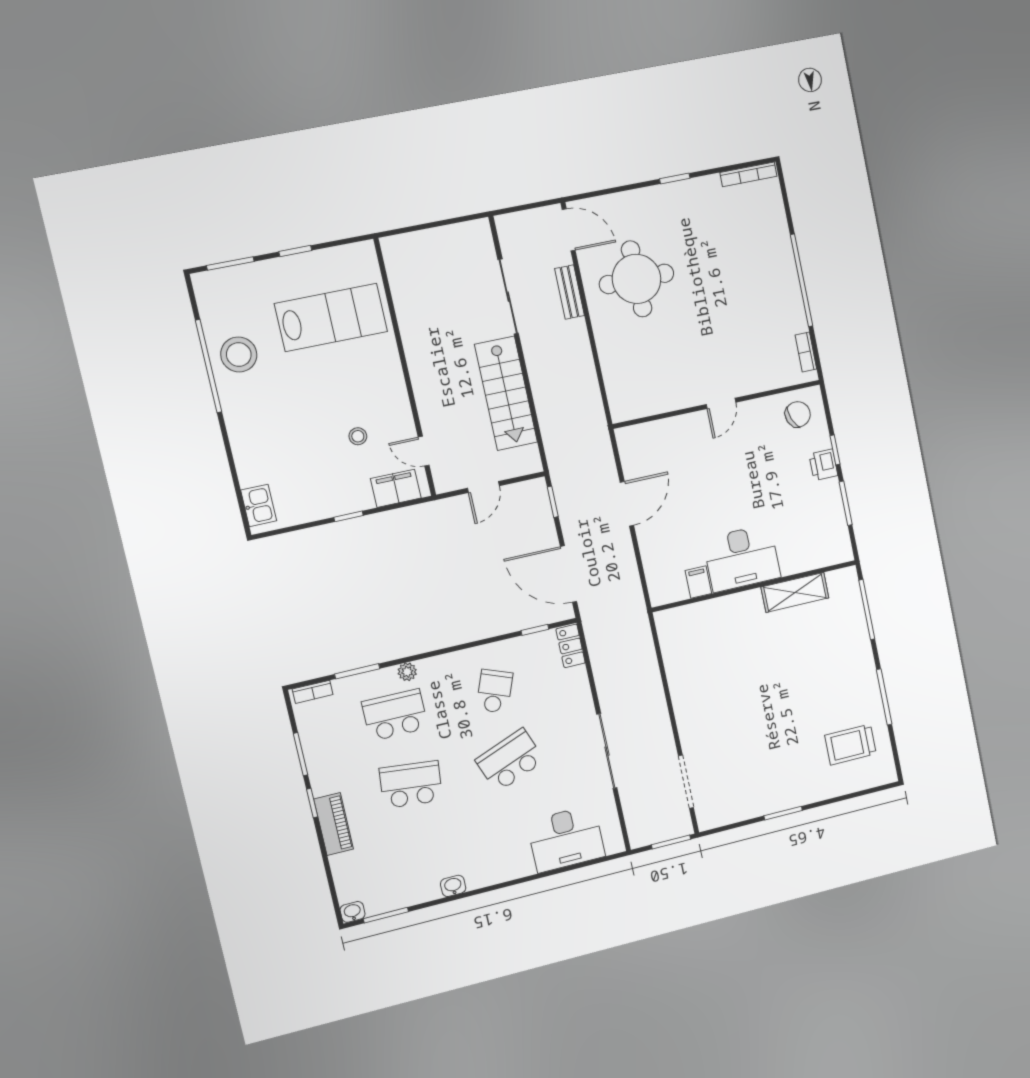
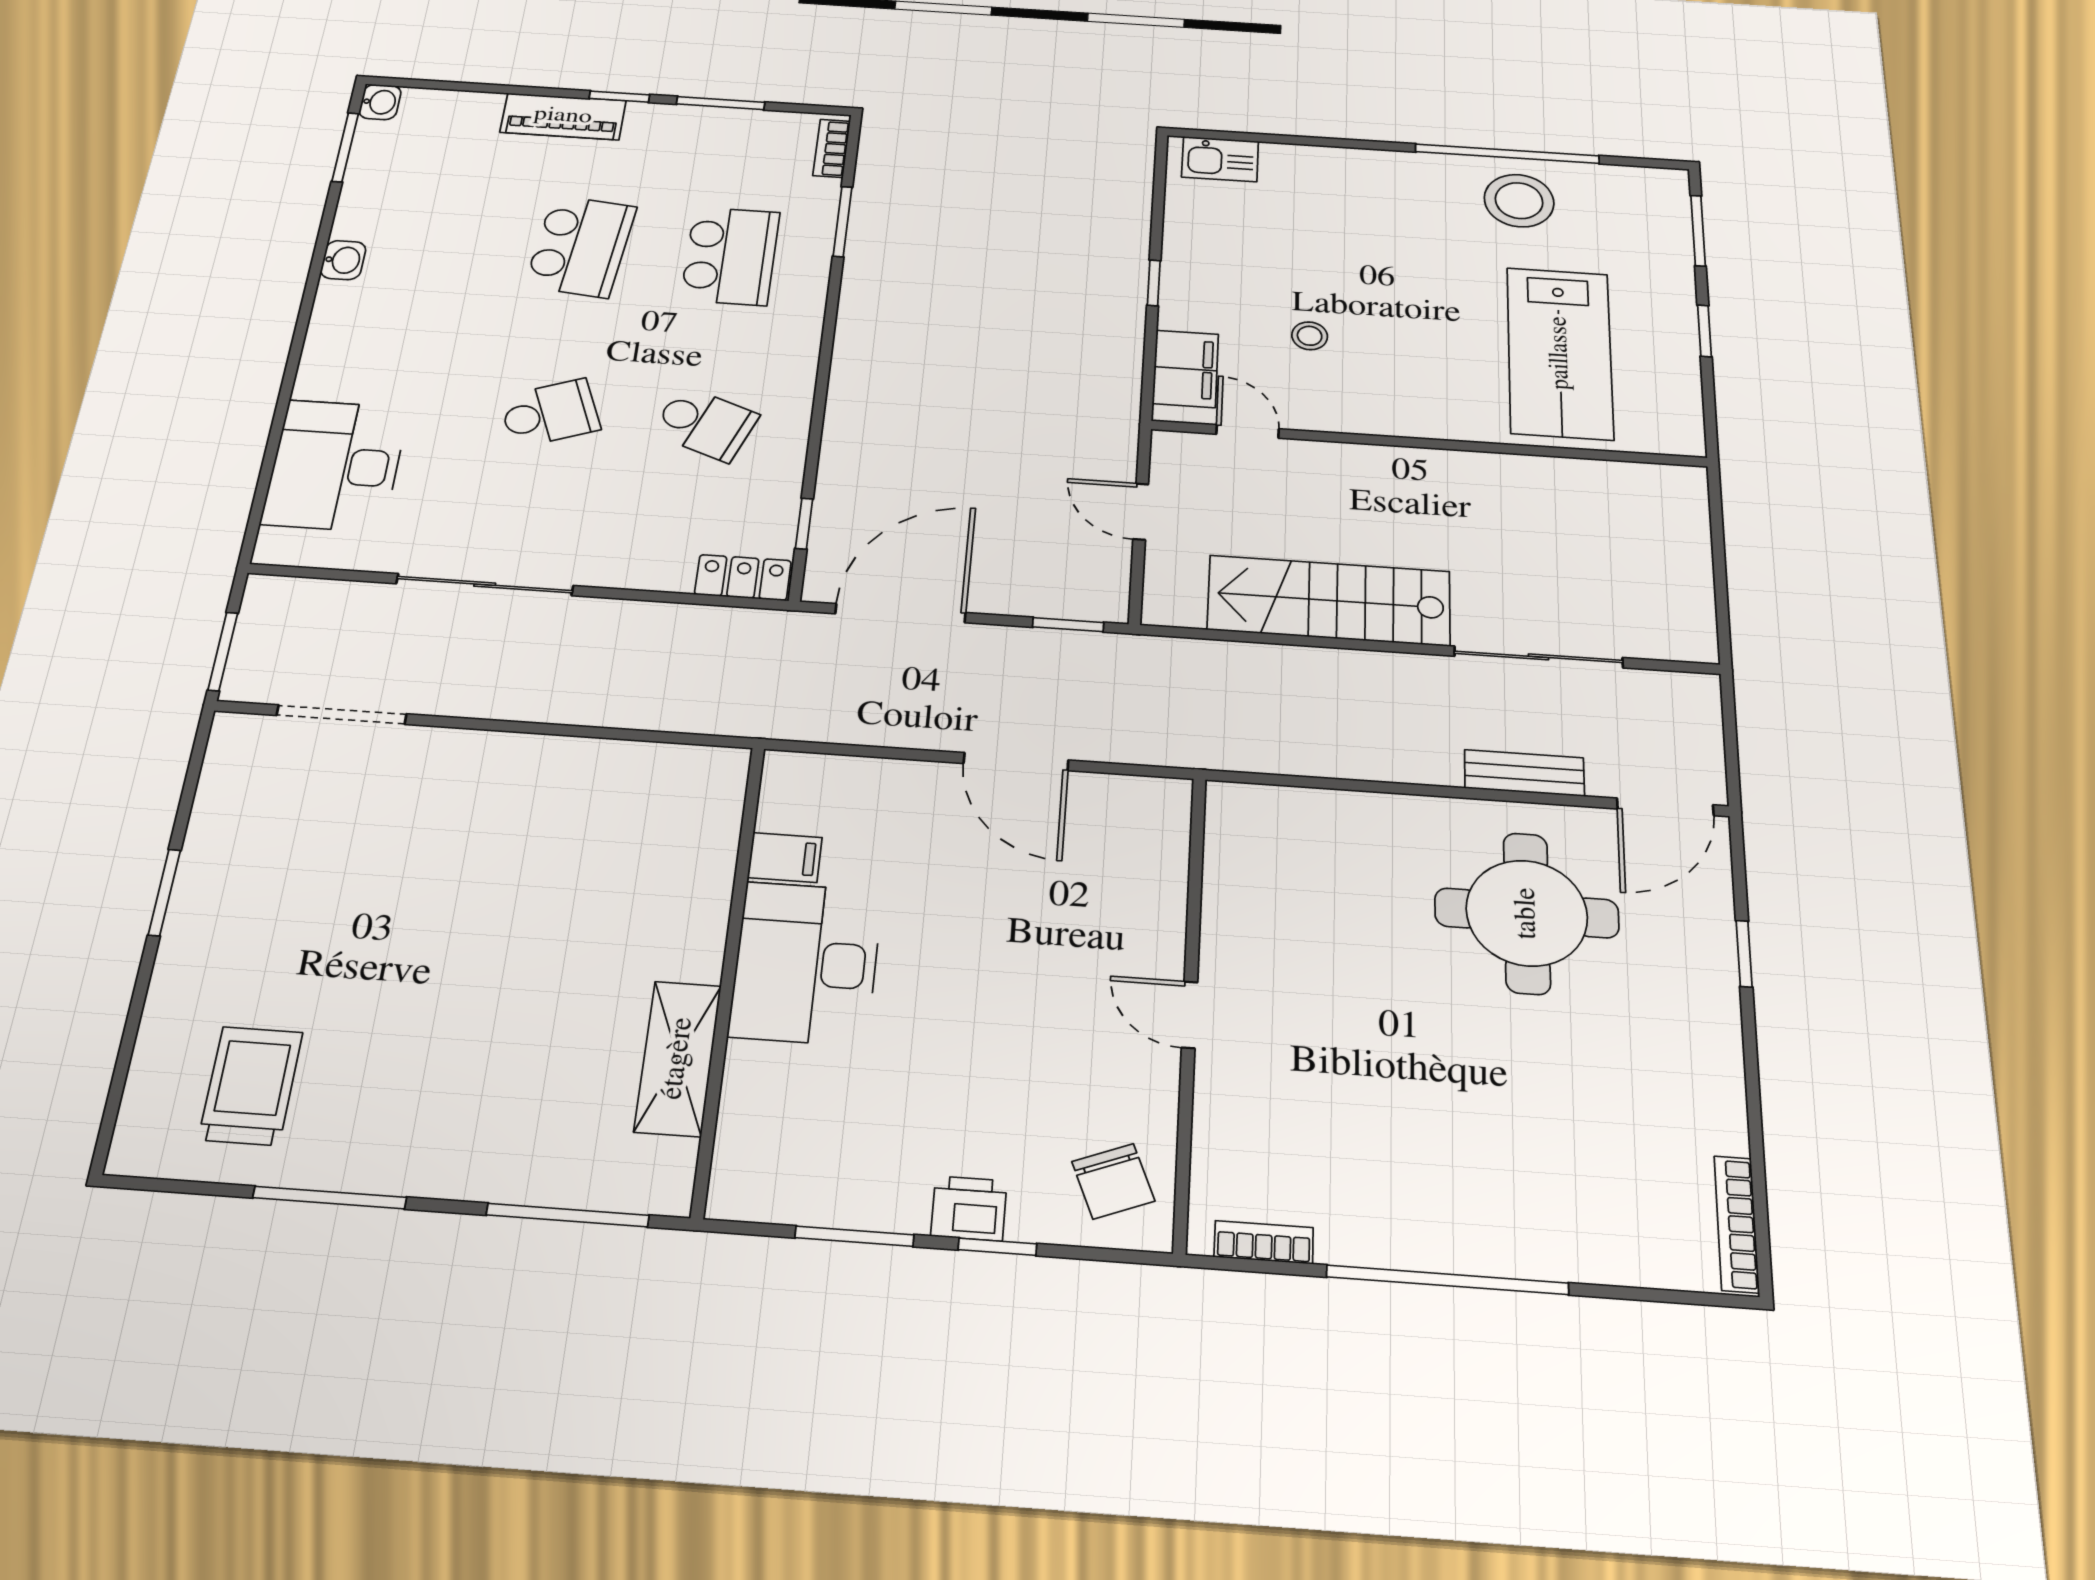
window: (675, 178) -> (1744, 954), moved
door: (424, 451) -> (1248, 431), hinge flipped
plant: (407, 672) -> (808, 296), removed
school desk: (510, 760) -> (550, 413), width x0.54

